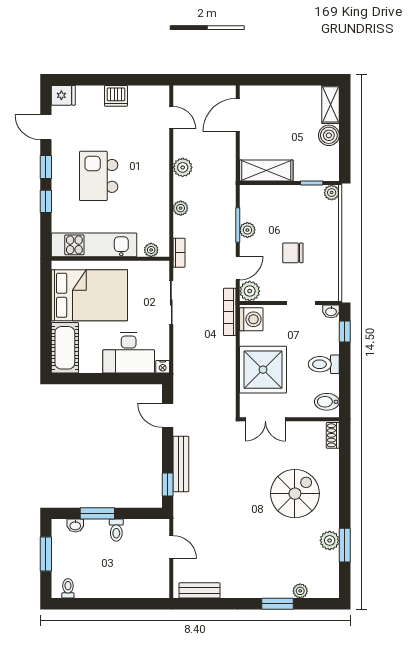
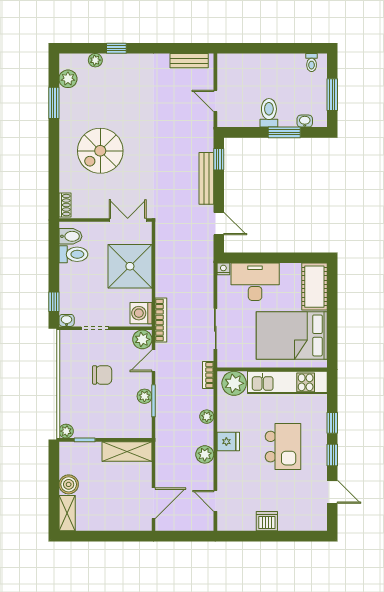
fridge: (63, 95) -> (228, 442), moved, turned 180
plant: (151, 250) -> (234, 383), width x1.87, depth x1.87
toilet: (324, 364) -> (73, 254), moved
toilet: (116, 530) -> (269, 113), width x1.37, depth x1.39
plant: (330, 540) -> (68, 79), moved
window: (278, 604) -> (116, 48), width x0.67

